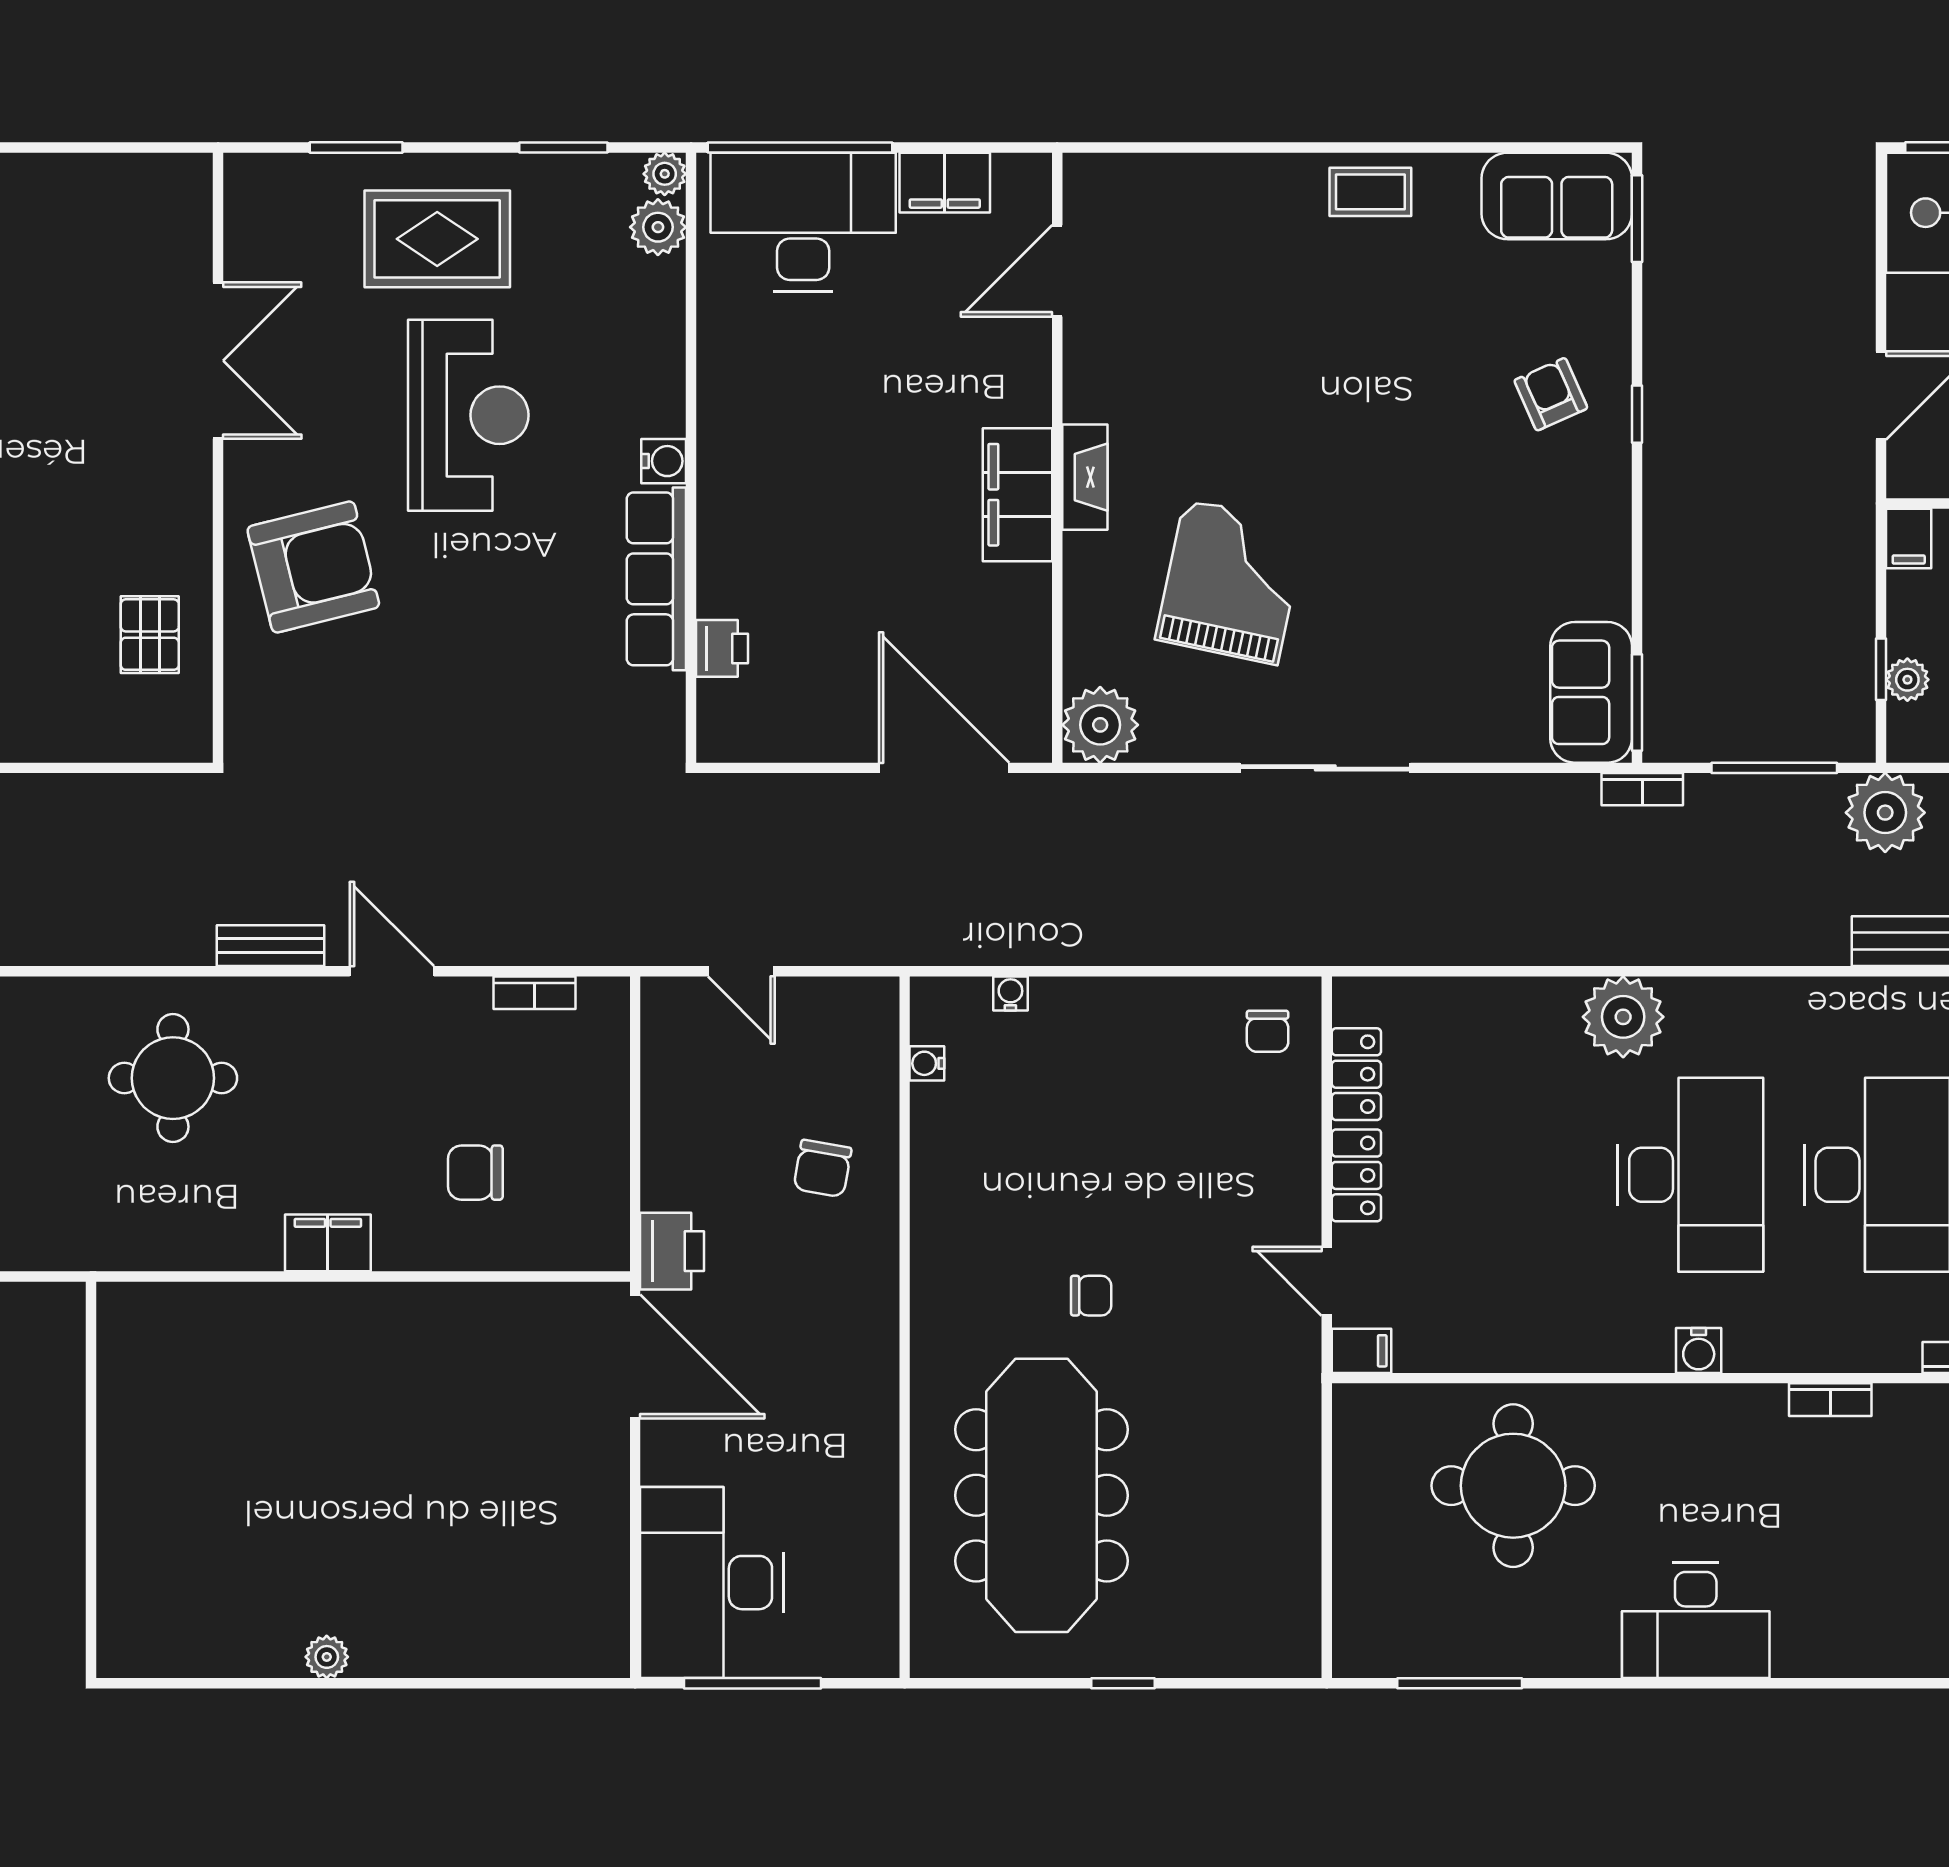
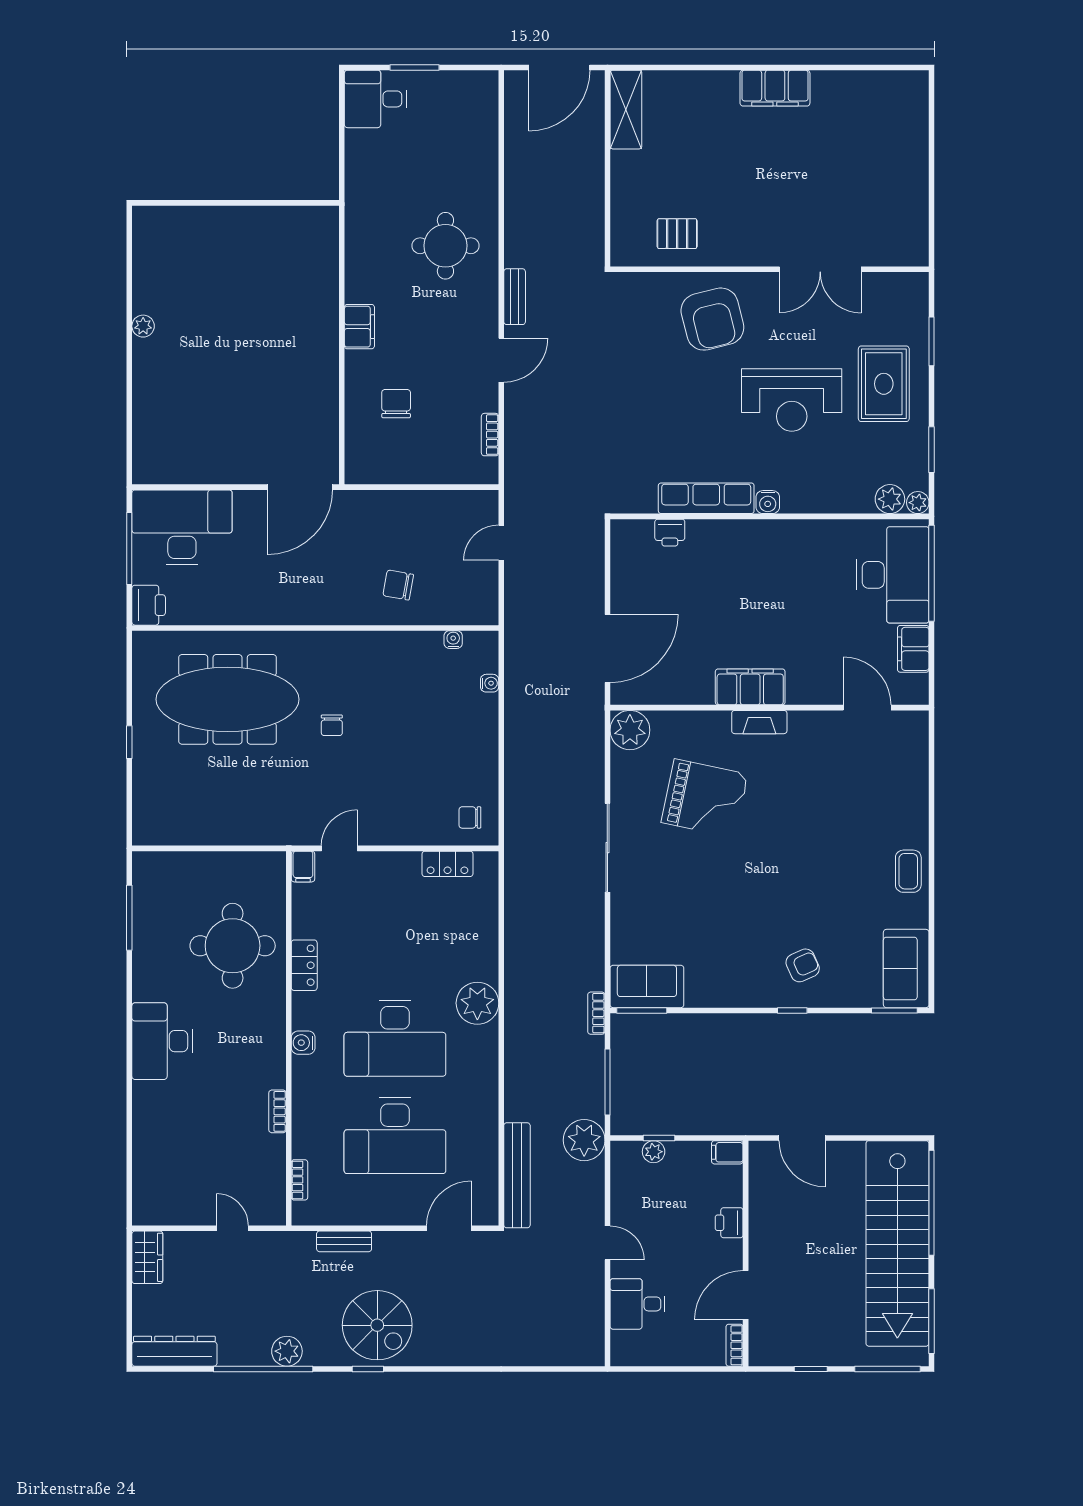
locker: (1356, 1175) -> (304, 965), moved, turned -90
printer: (672, 1251) -> (149, 605), moved, turned -90

